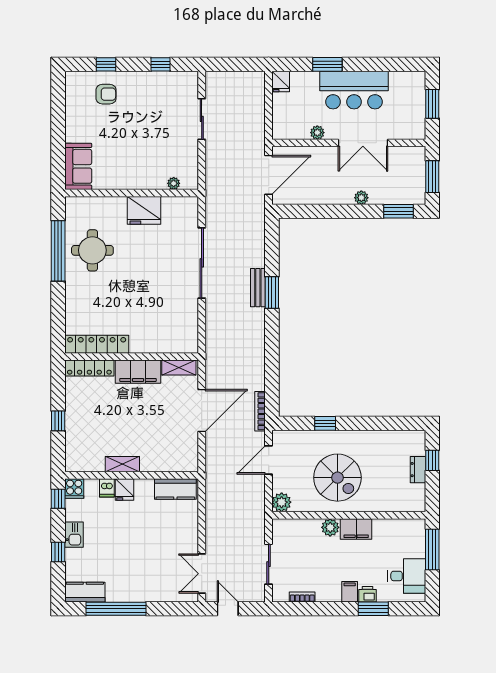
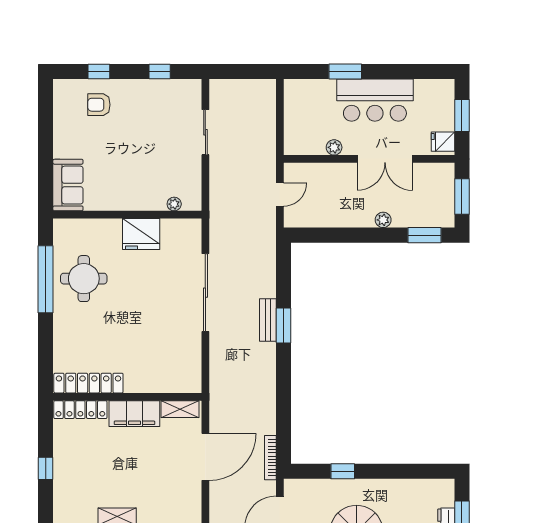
fridge: (281, 81) -> (443, 142), moved, turned 90
armchair: (106, 94) -> (99, 105), turned 180
door: (269, 175) -> (280, 194), width x0.53

